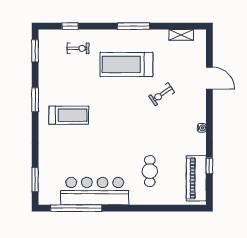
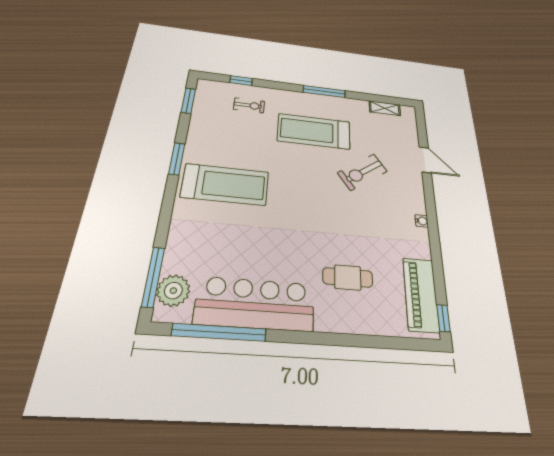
exercise bike: (162, 94) -> (362, 172), width x1.38, depth x1.39
treadmill: (69, 115) -> (225, 184), width x1.37, depth x1.38
window: (209, 166) -> (443, 318), moved
cafe table: (150, 171) -> (348, 277), turned 90
window: (35, 180) -> (153, 277), width x1.44
plant: (48, 187) -> (173, 291), added

